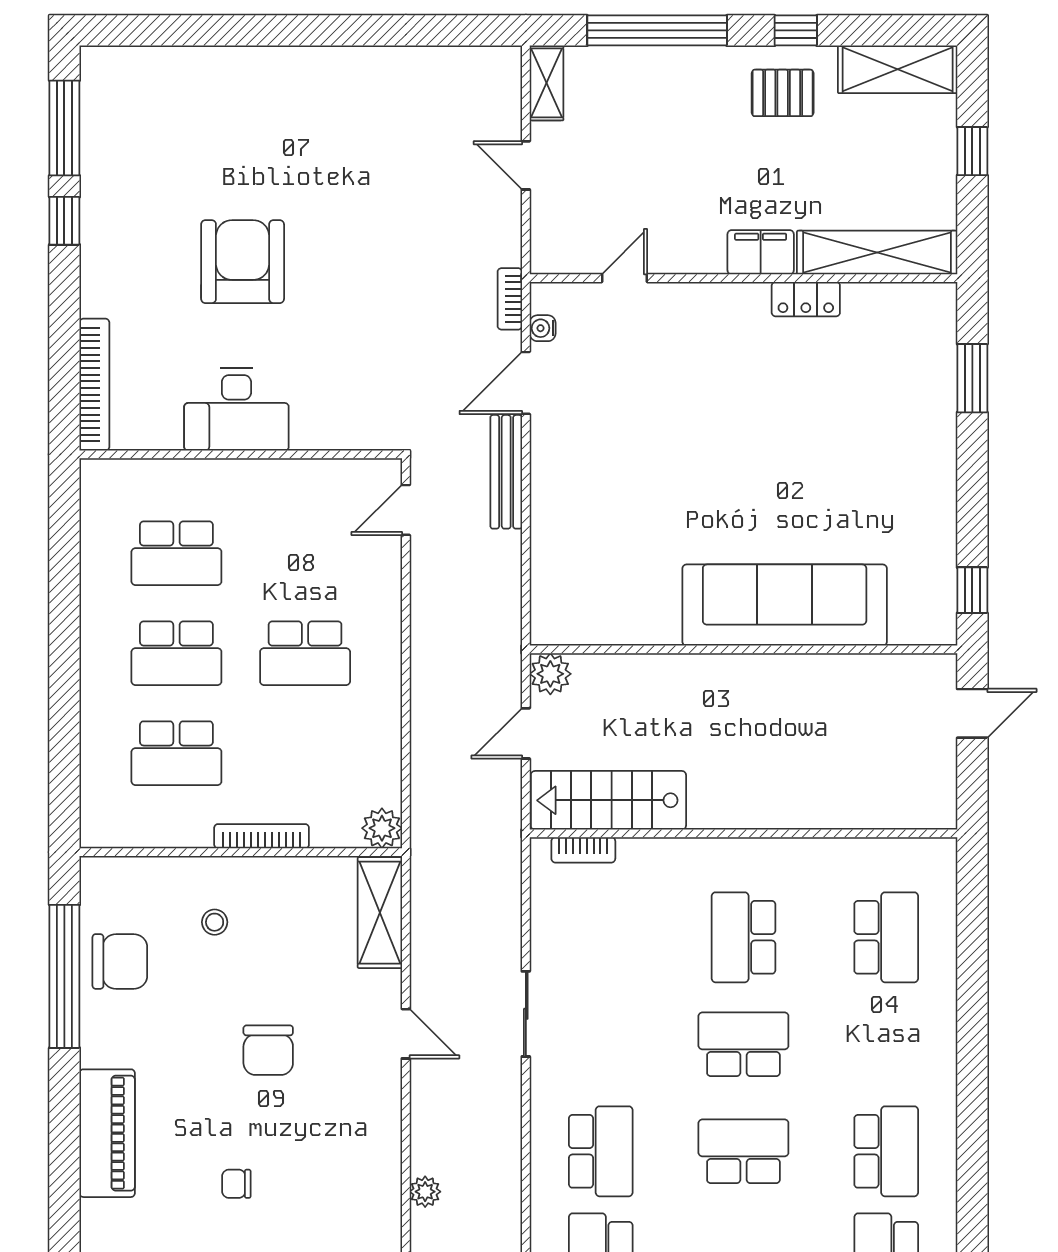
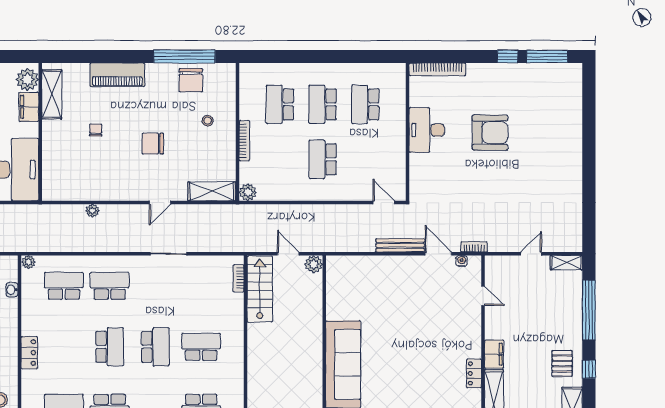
school desk: (601, 1151) -> (110, 286), turned 180

